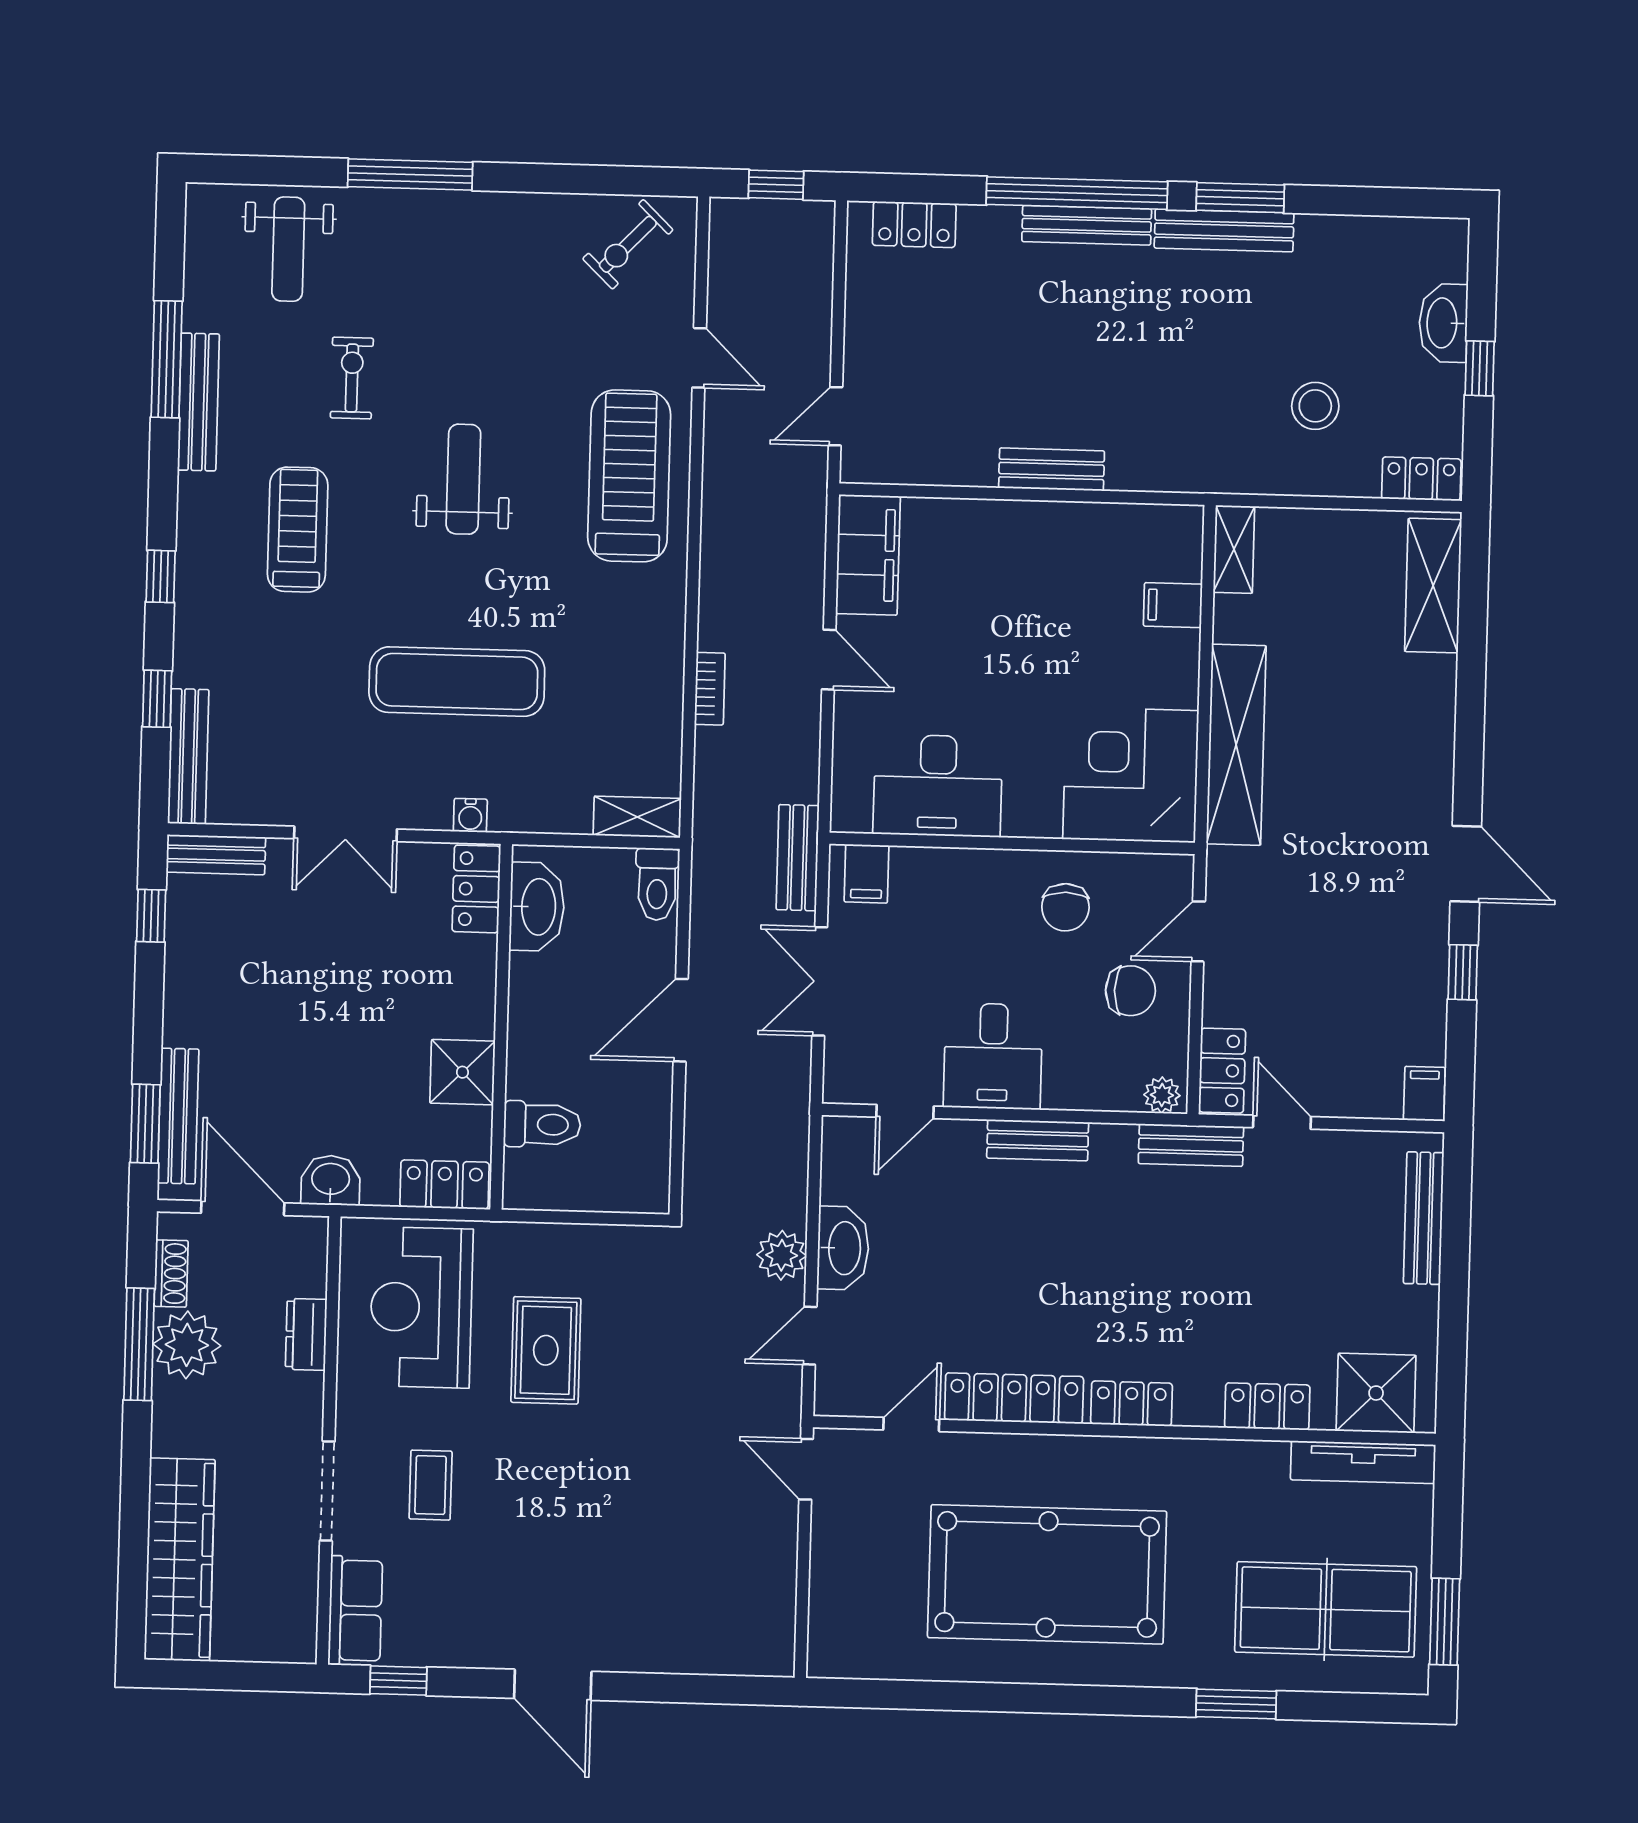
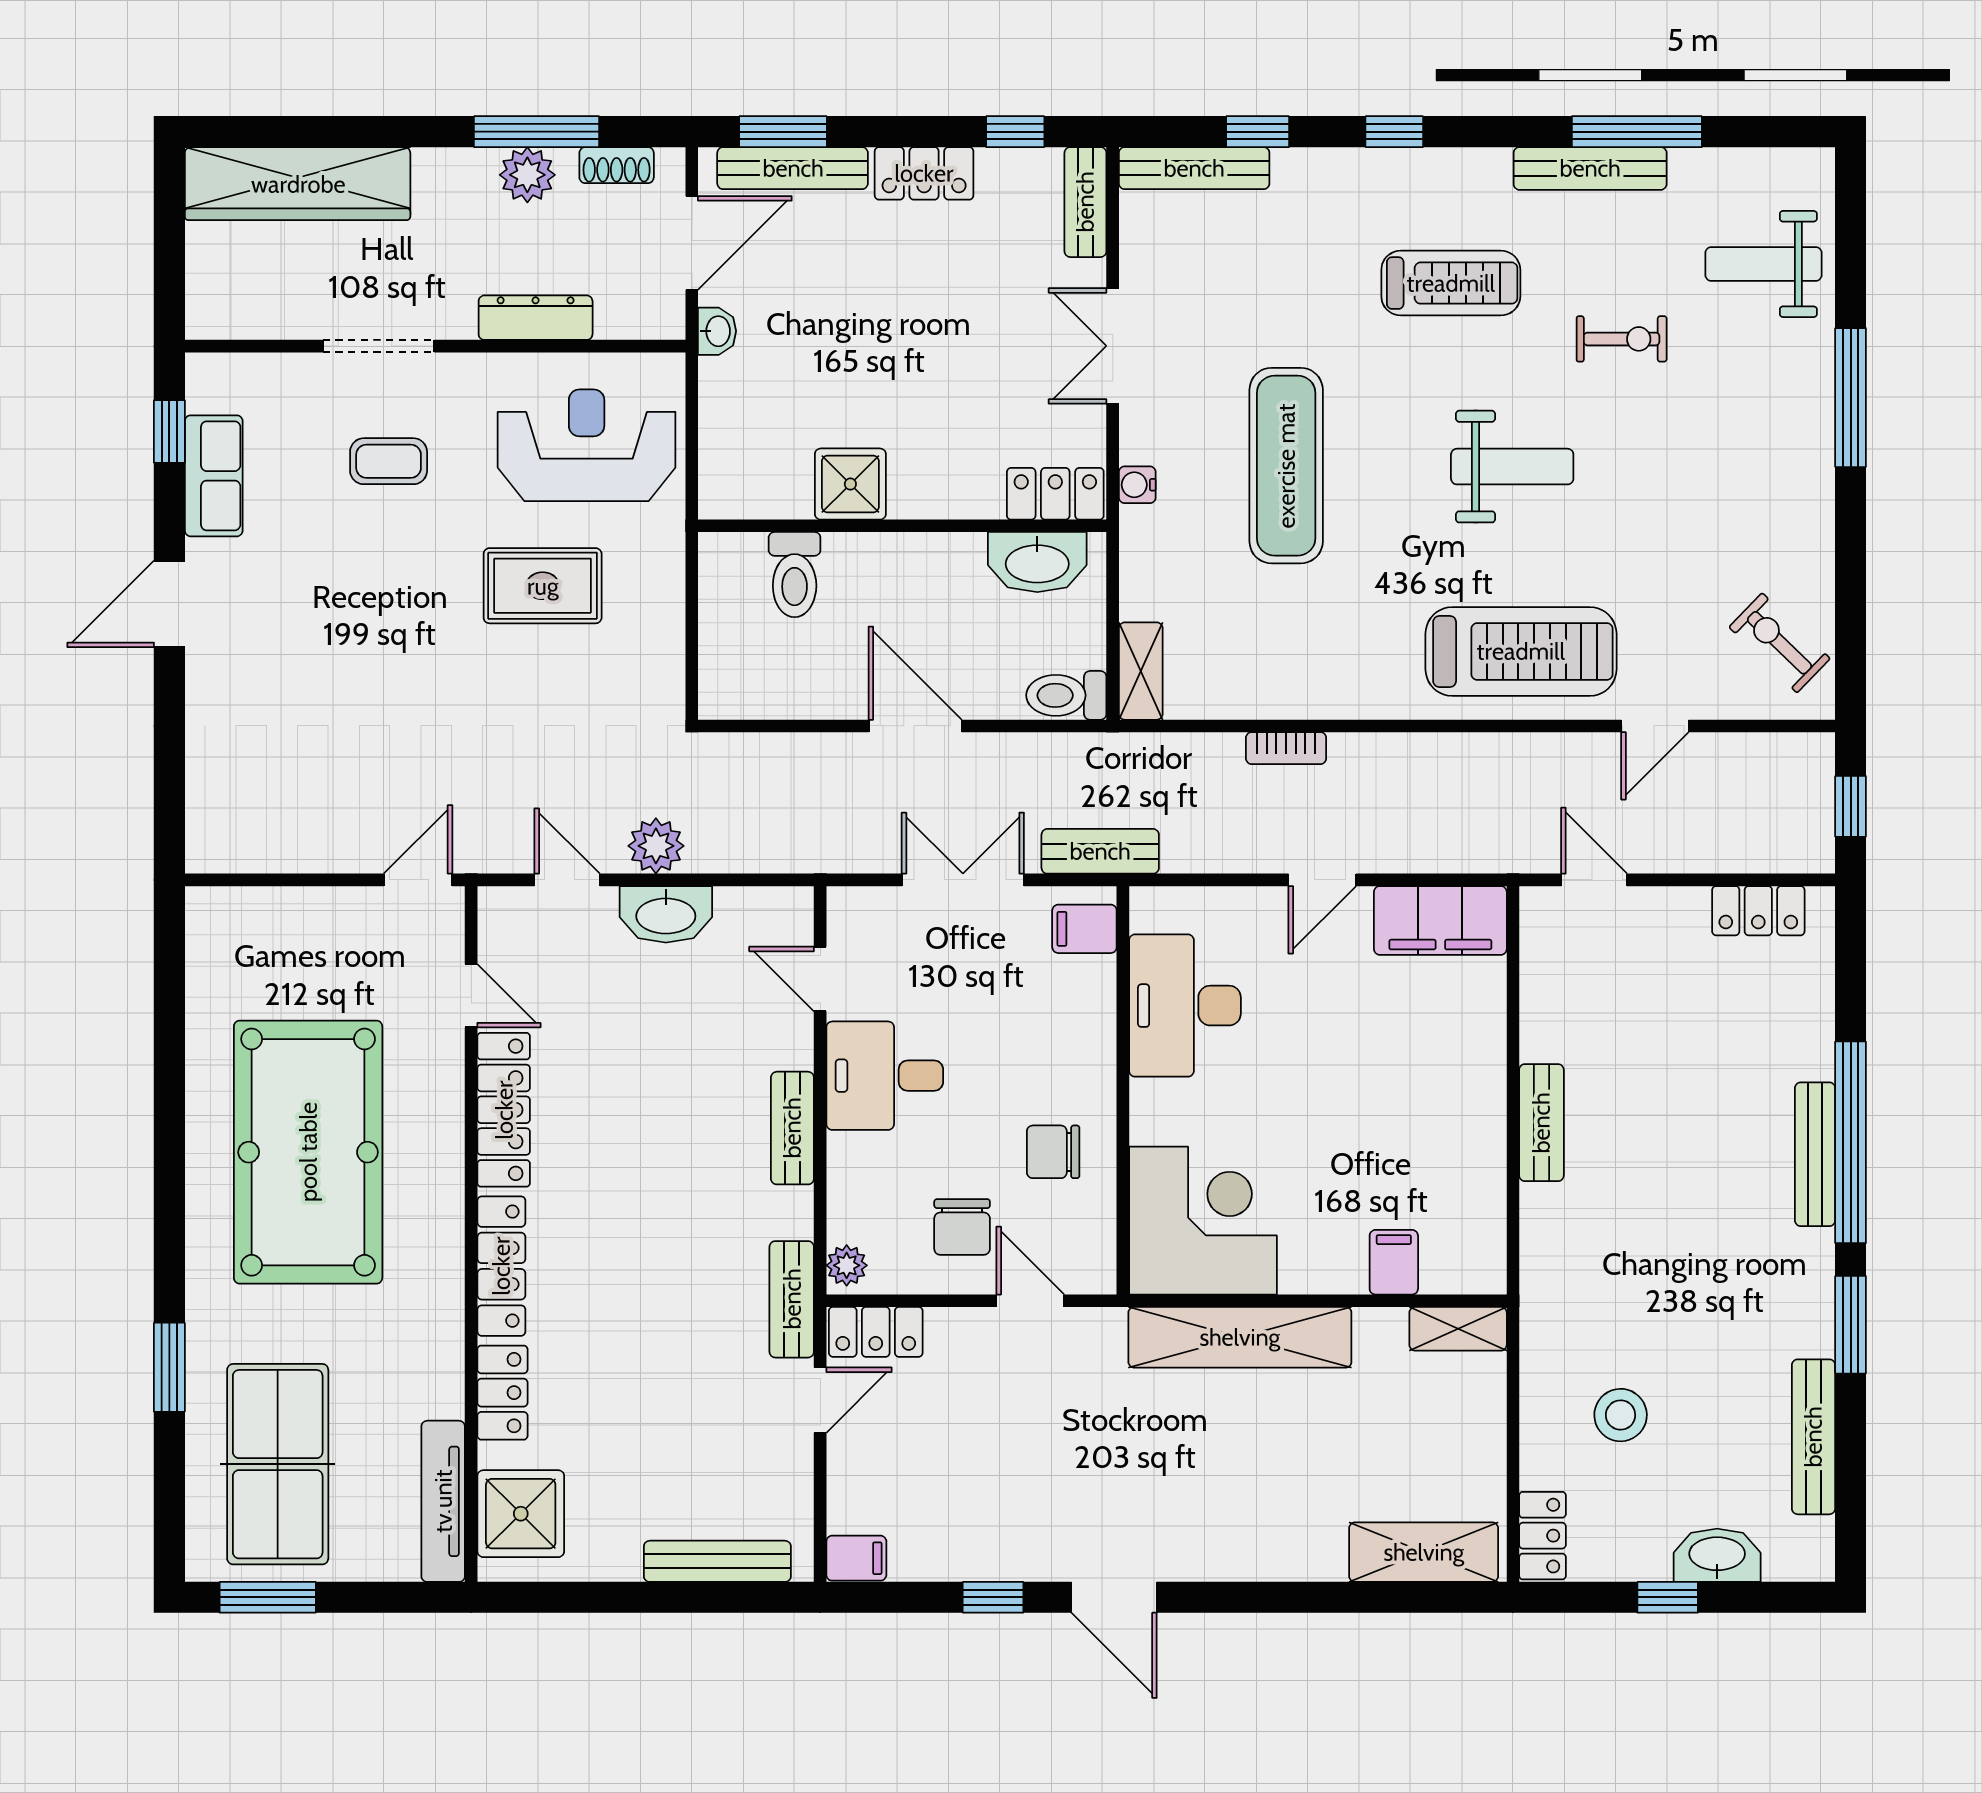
locker: (914, 224) -> (1758, 911), moved, turned -90
bench: (1224, 230) -> (1813, 1437), moved
door: (1466, 864) -> (1114, 1597), hinge flipped
washbasin: (331, 1180) -> (717, 331), width x0.72, depth x0.69
locker: (445, 1185) -> (924, 173), moved, turned 90
dresser: (306, 1334) -> (536, 318), width x1.44
plant: (187, 1345) -> (527, 175), width x0.73, depth x0.73
locker: (1131, 1404) -> (501, 1266), width x1.53
row of seats: (355, 1610) -> (214, 476), moved, turned -90

